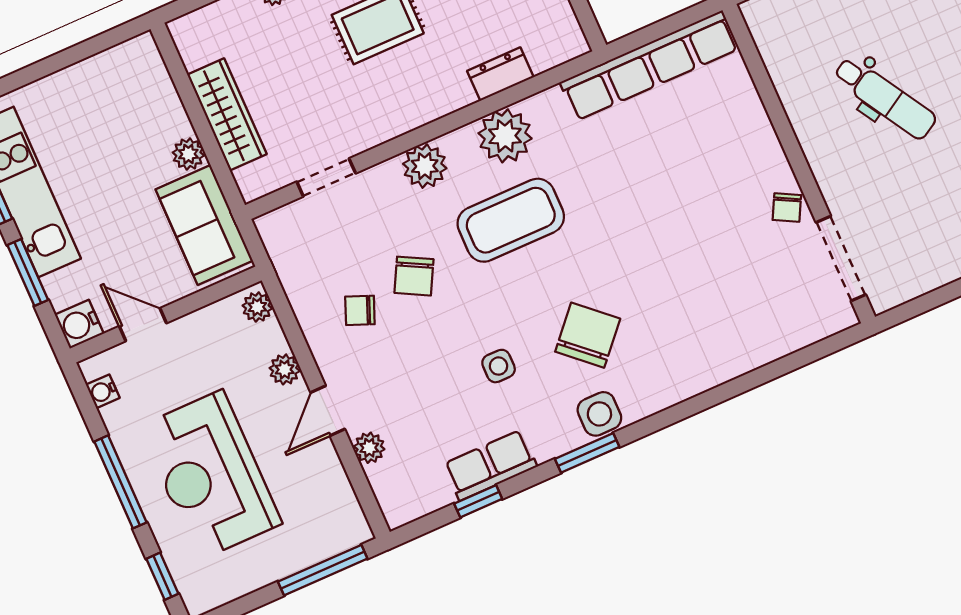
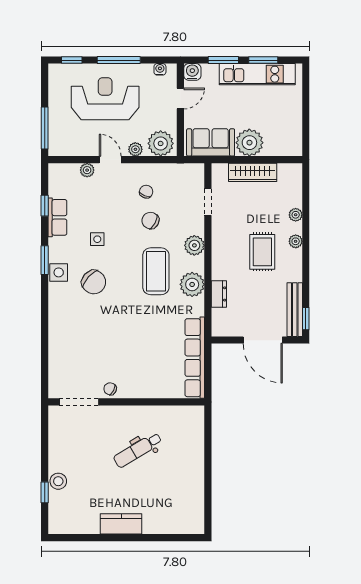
plant: (188, 154) -> (249, 143), width x1.88, depth x1.88
plant: (257, 307) -> (161, 143), width x1.88, depth x1.88

